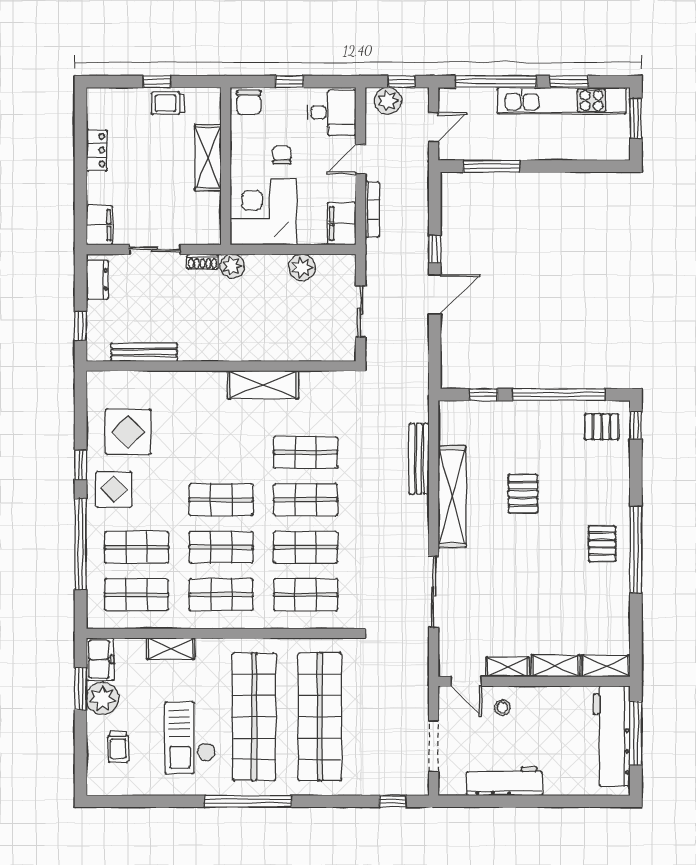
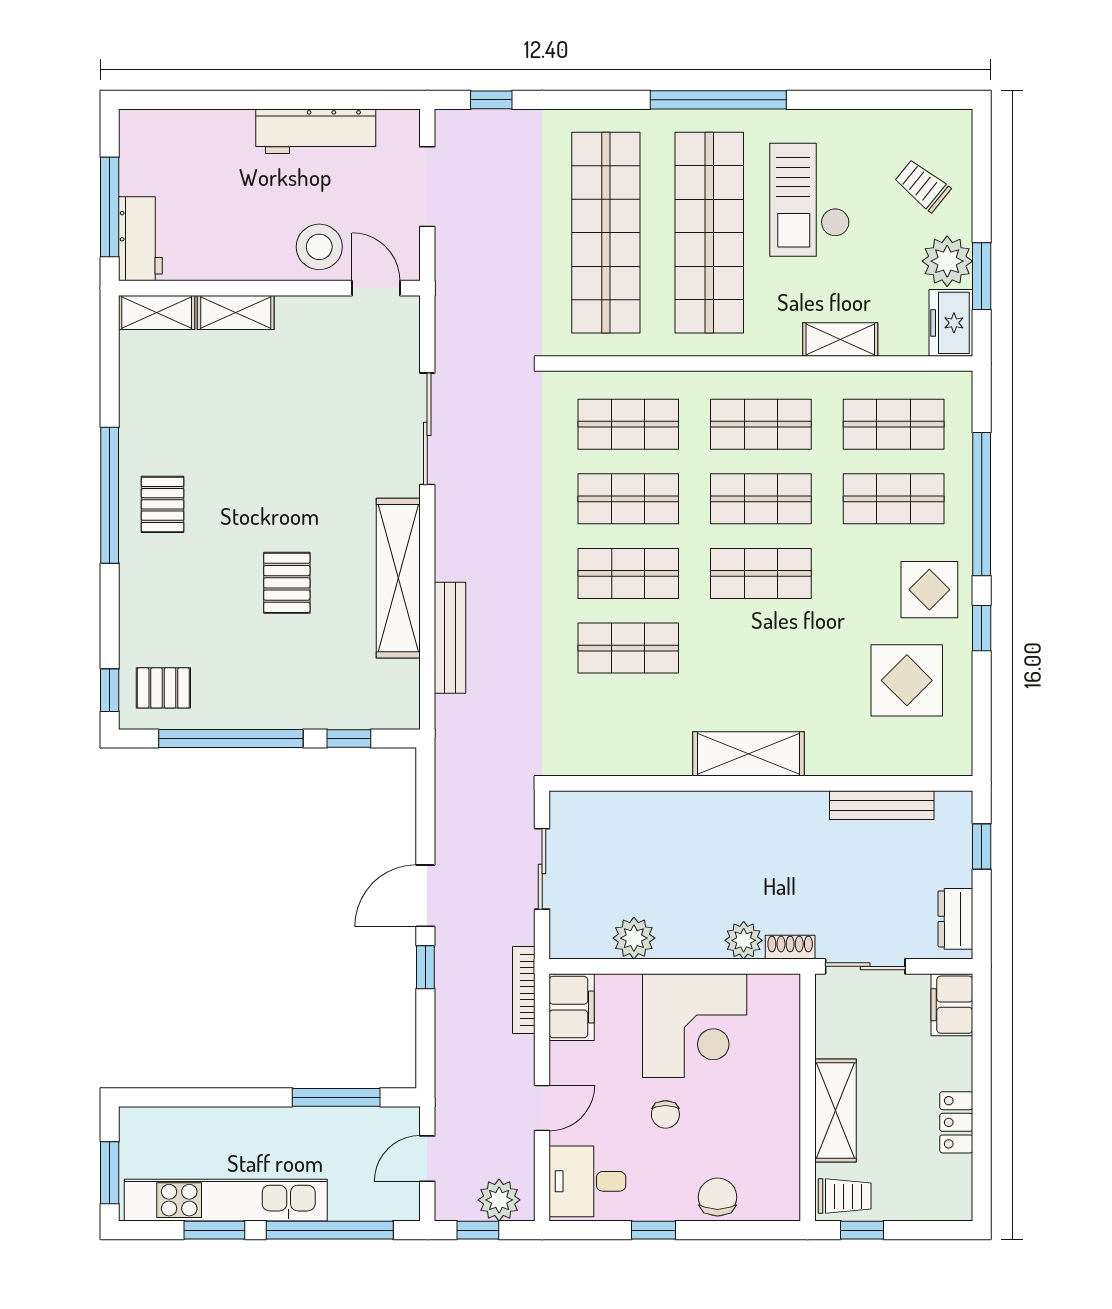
shelving: (208, 158) -> (835, 1111), moved
wall: (226, 166) -> (808, 1097), moved
bookcase: (372, 210) -> (524, 990), moved
shelving: (263, 385) -> (748, 754), moved
shelving: (508, 667) -> (311, 311), removed
stool: (502, 708) -> (319, 247), width x1.89, depth x1.89
workbench: (612, 736) -> (140, 239), width x0.53, depth x0.76
checkout: (190, 738) -> (810, 200), turned 180
trolley: (118, 747) -> (922, 185), turned -51

